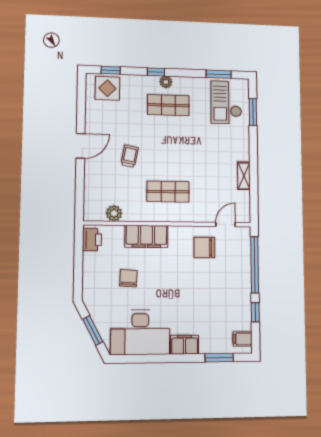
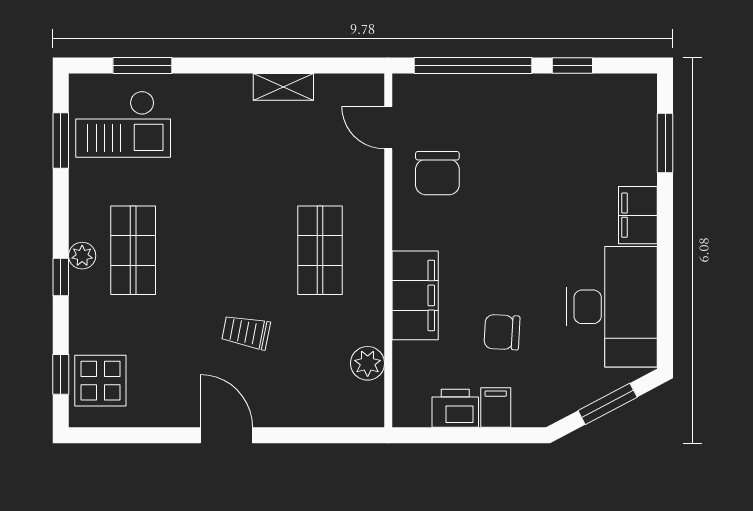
printer: (92, 240) -> (455, 408), moved
filing cabinet: (243, 339) -> (496, 407), moved, turned 180

